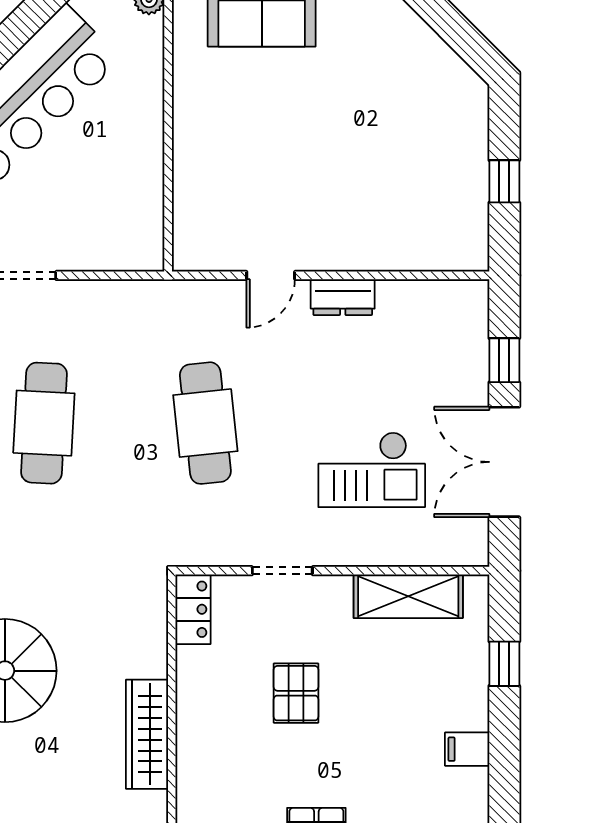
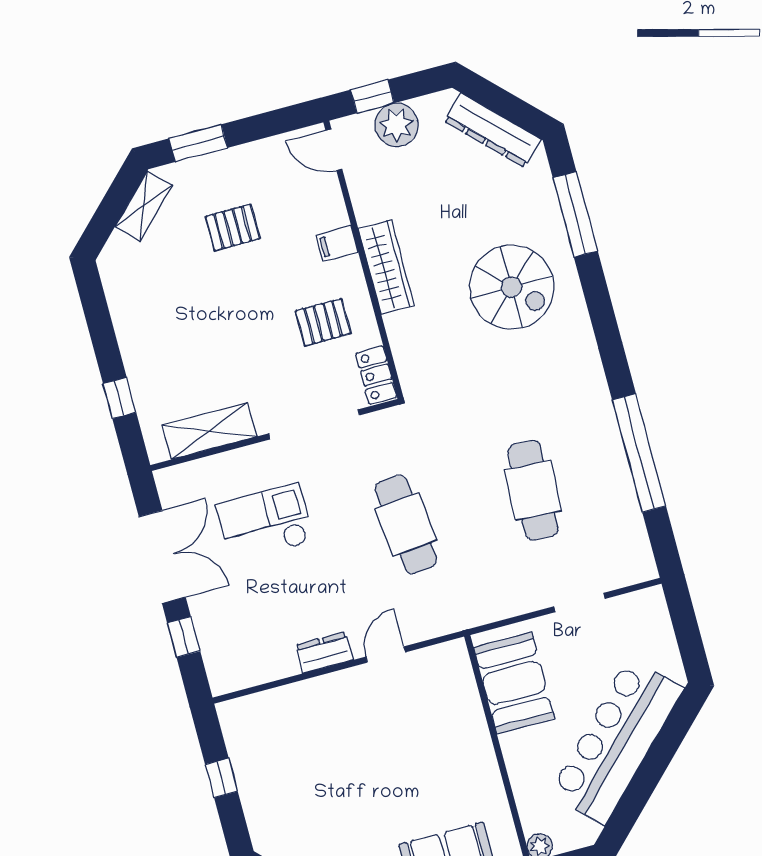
booth: (127, 201) -> (514, 683), added
doorway: (282, 571) -> (314, 424), width x1.88
pallet: (296, 693) -> (323, 322), moved, turned 90
filing cabinet: (467, 749) -> (337, 244), moved, turned 180

